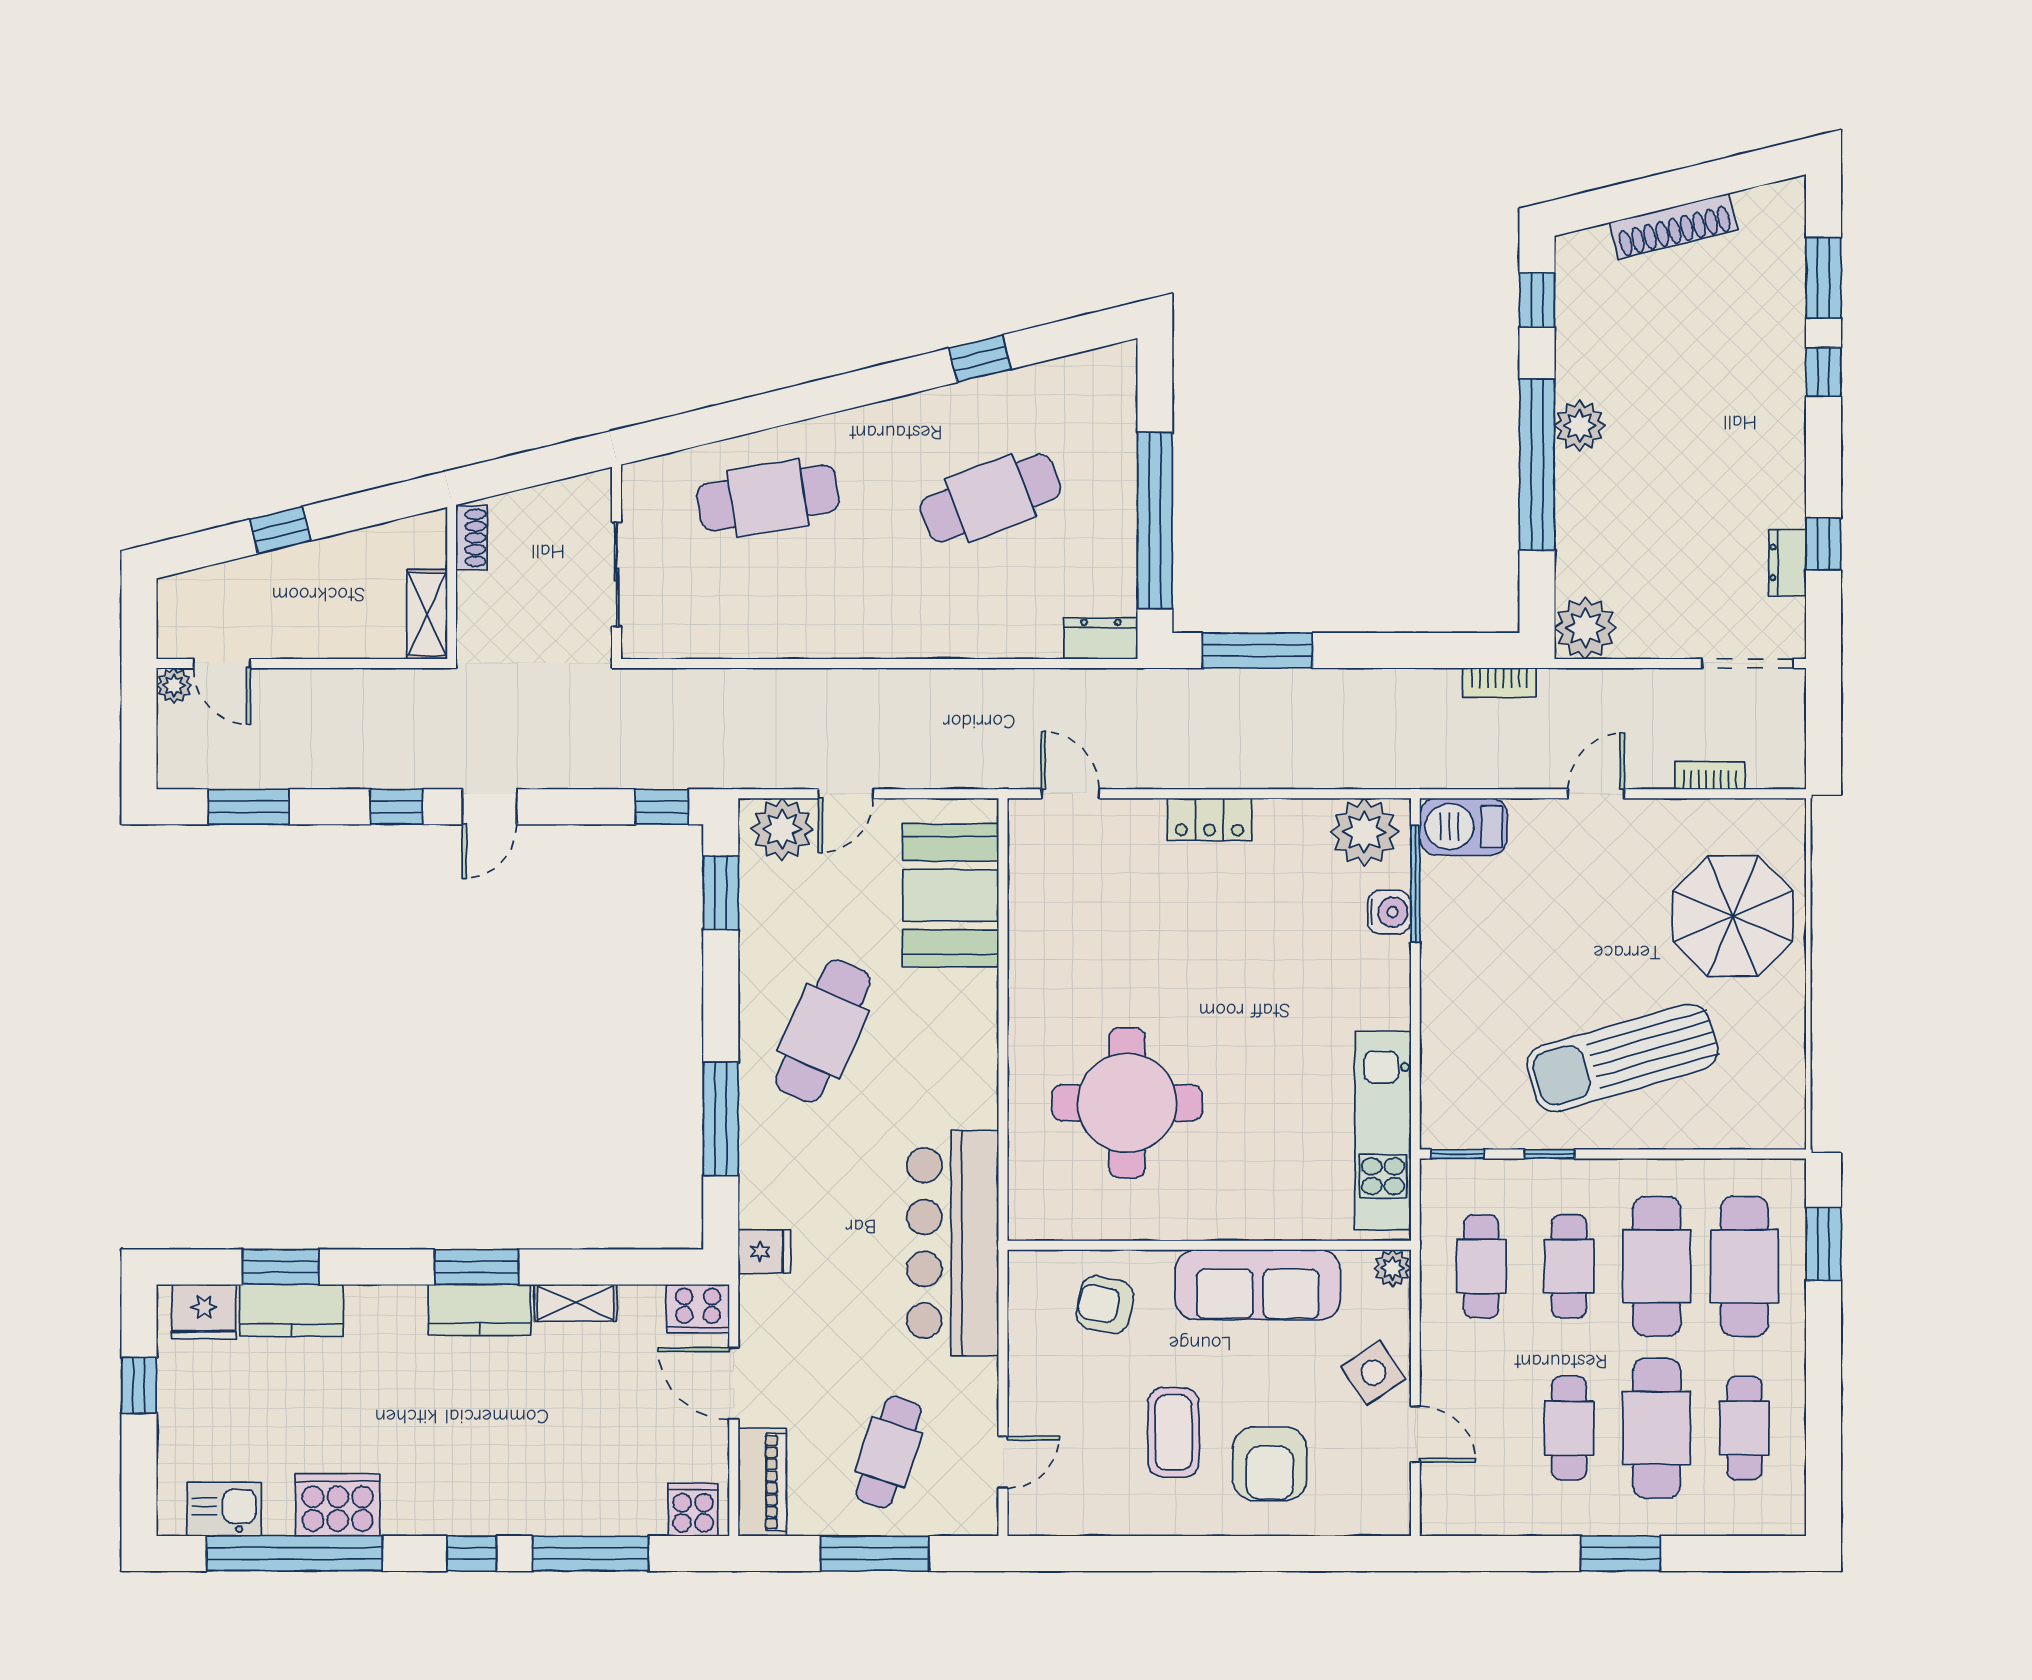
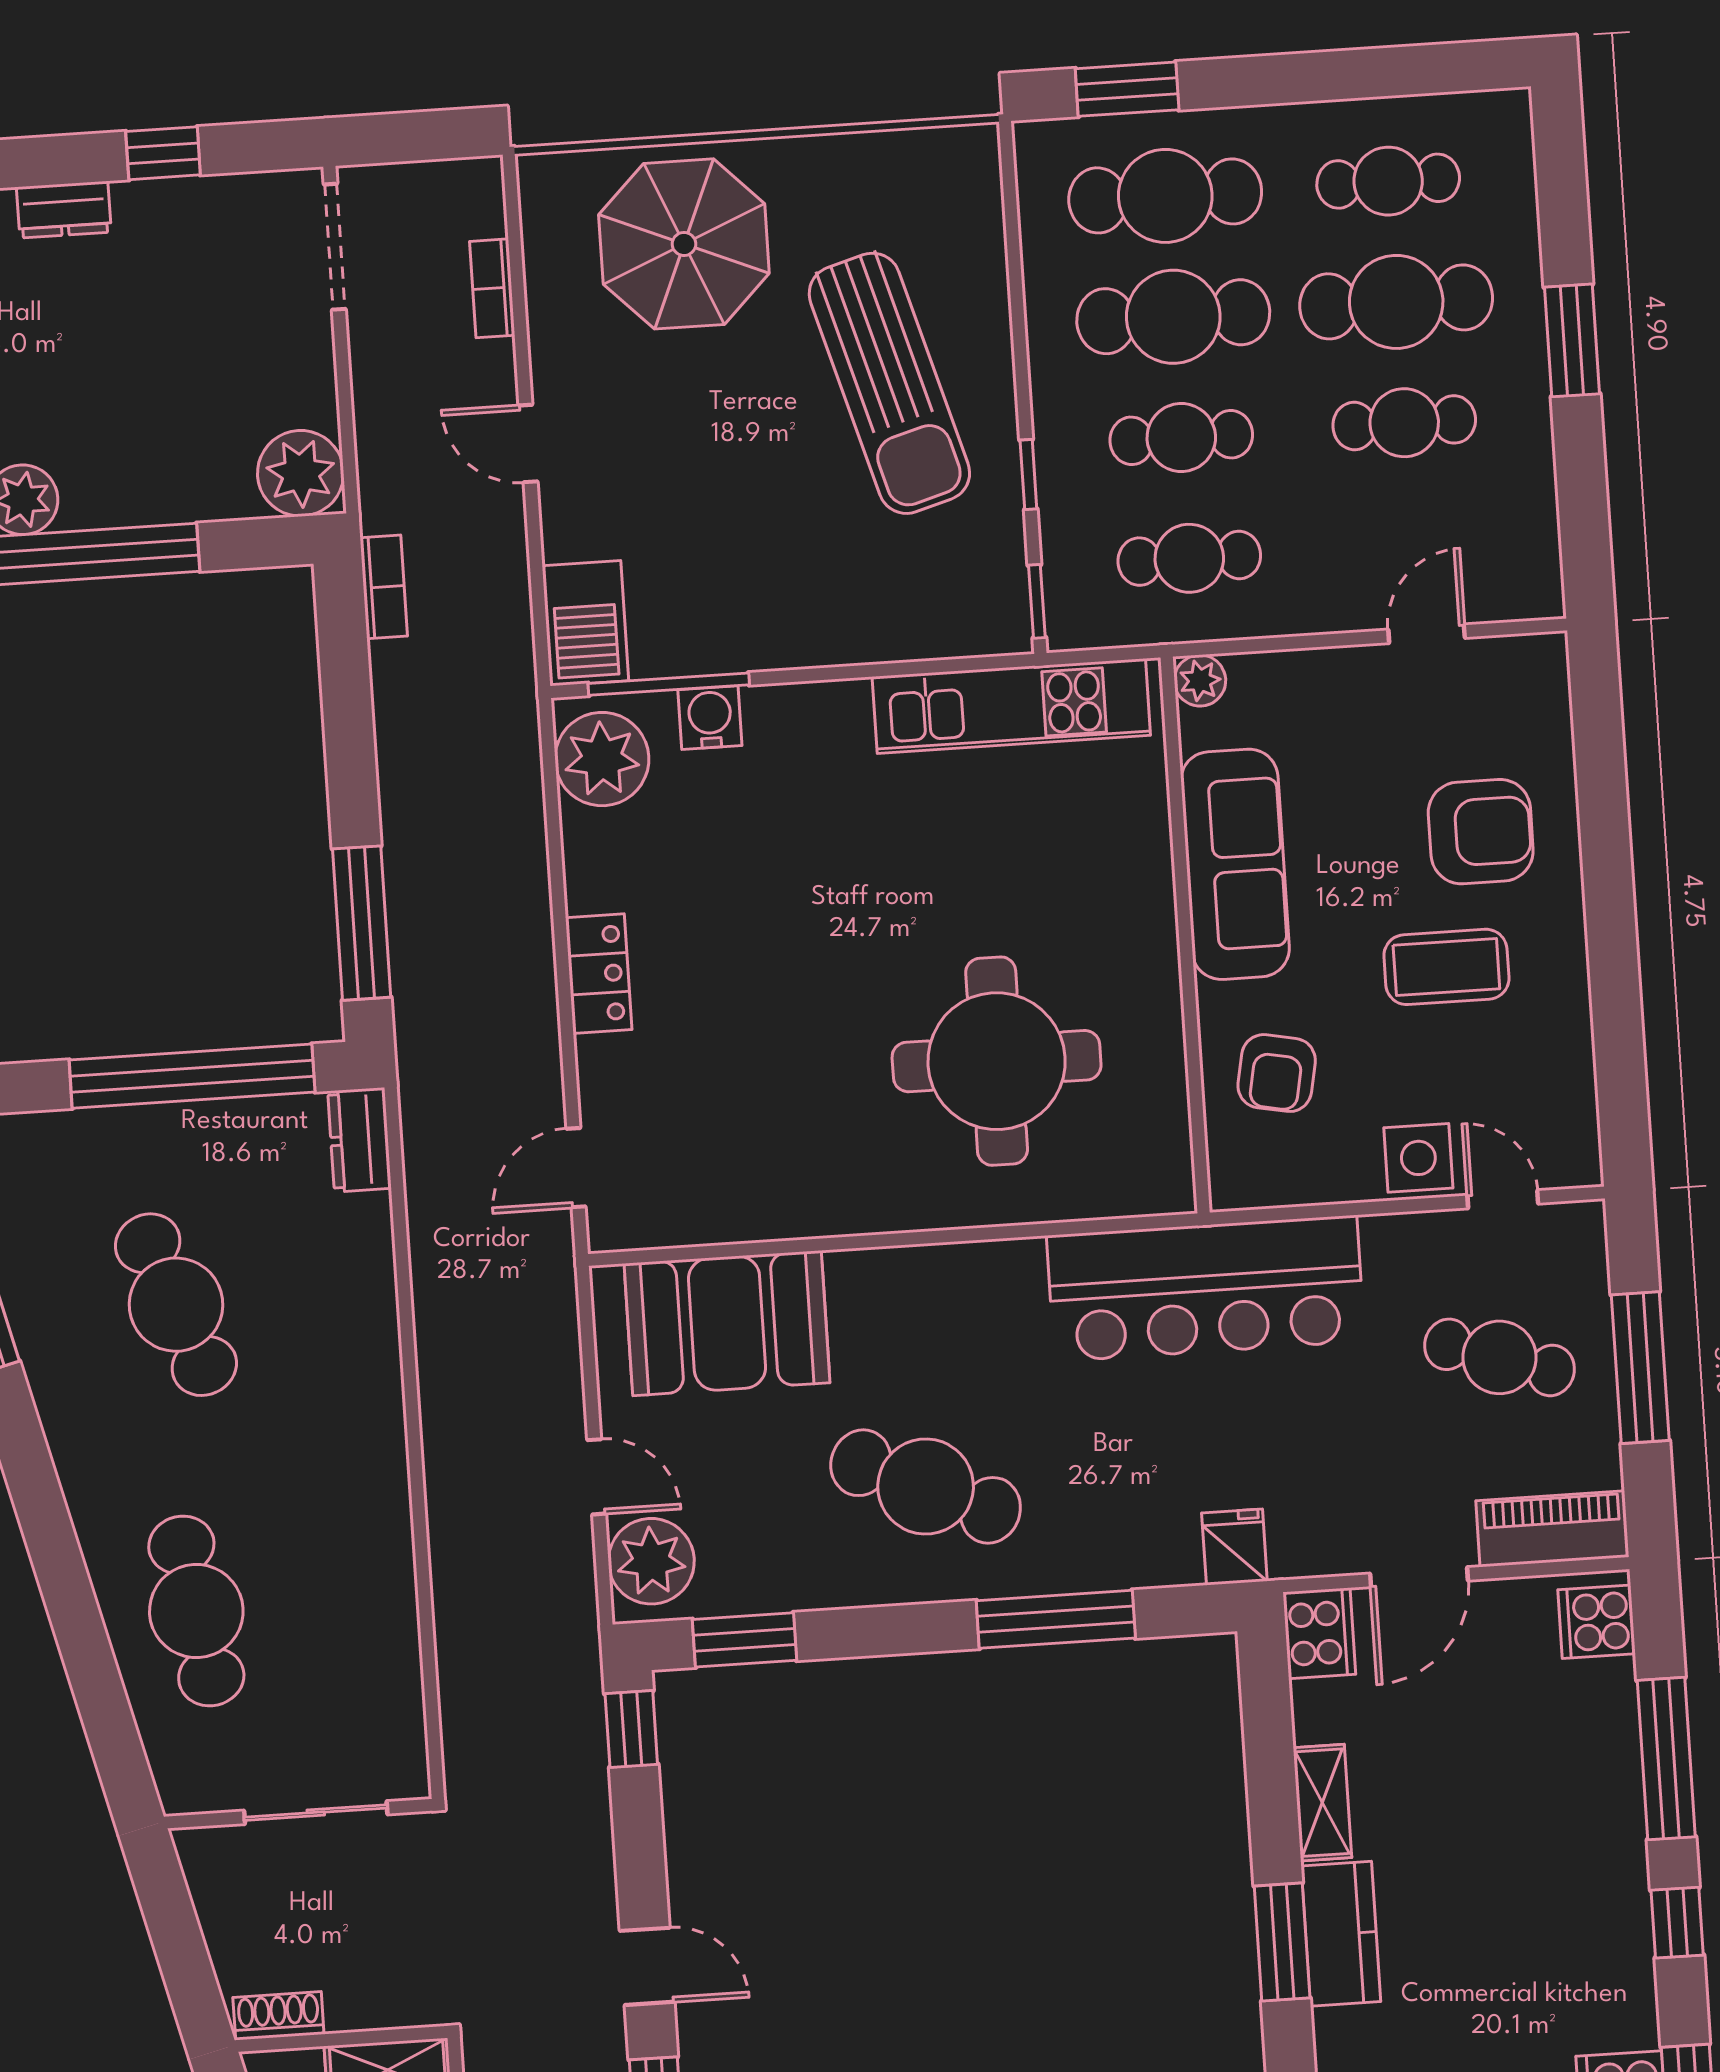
dresser: (1787, 562) -> (64, 210), moved
side table: (1373, 1373) -> (1418, 1158), moved, turned 34

